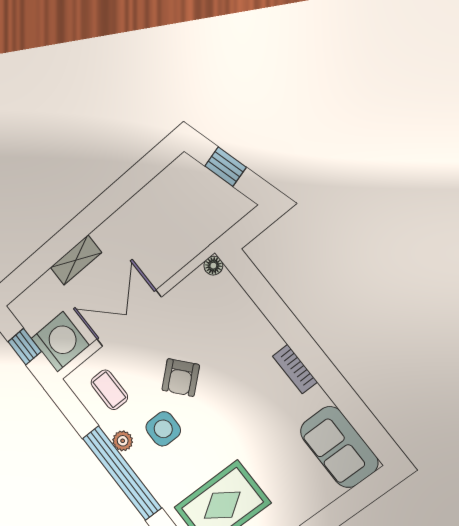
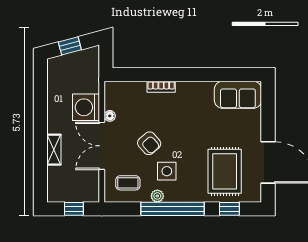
floor lamp: (213, 266) -> (110, 116), moved
washing machine: (60, 342) -> (86, 107), moved, turned -90
bookcase: (295, 369) -> (161, 87), moved

